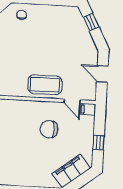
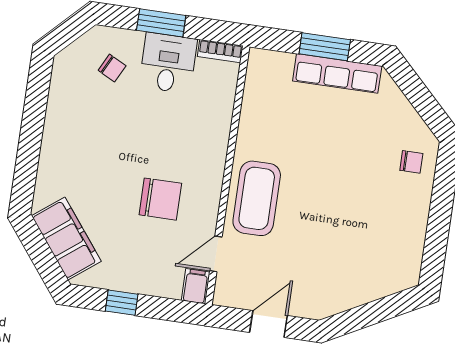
window: (91, 22) -> (382, 310), removed
chair: (49, 129) -> (160, 199), turned 90

